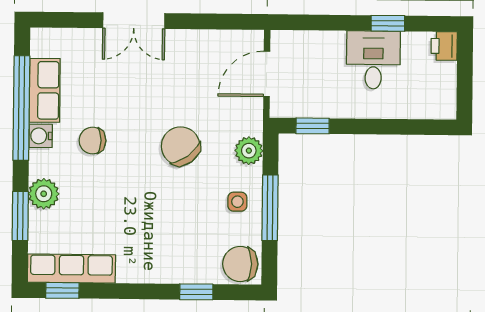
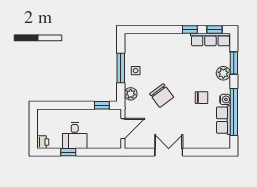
double door: (134, 21) -> (169, 152), moved
chair: (240, 264) -> (134, 42), removed
window: (196, 292) -> (190, 30), moved

